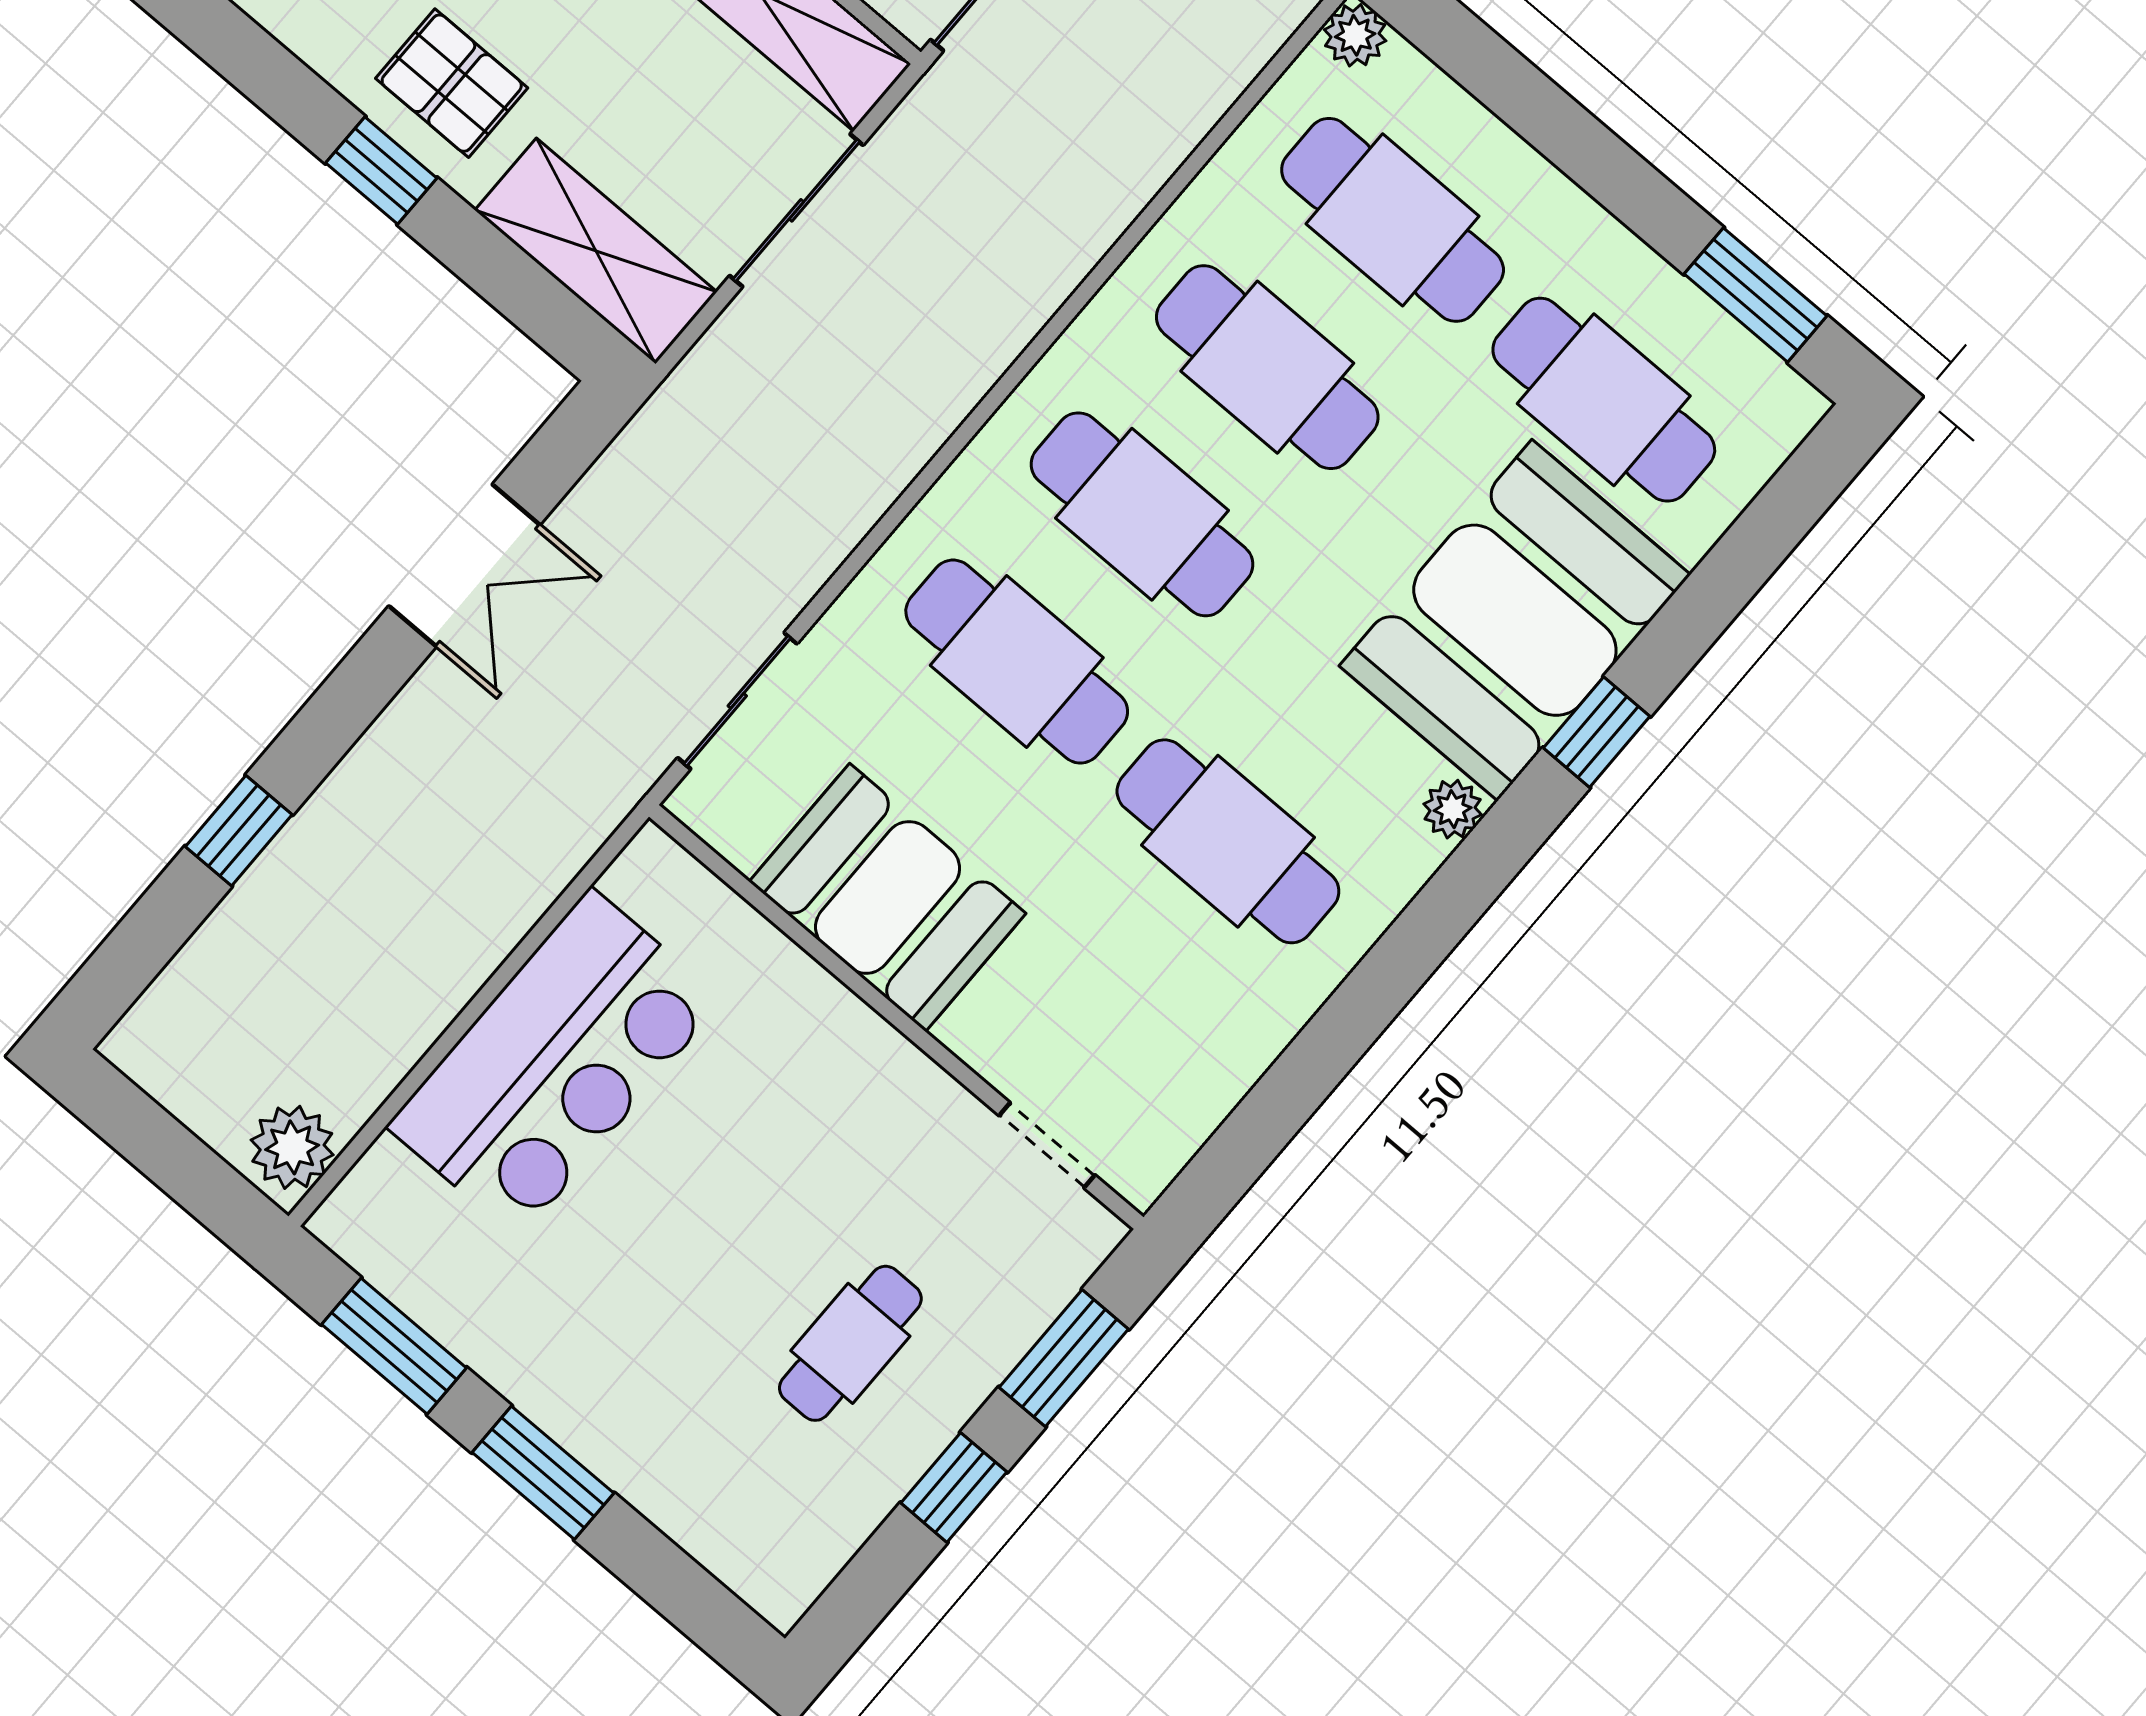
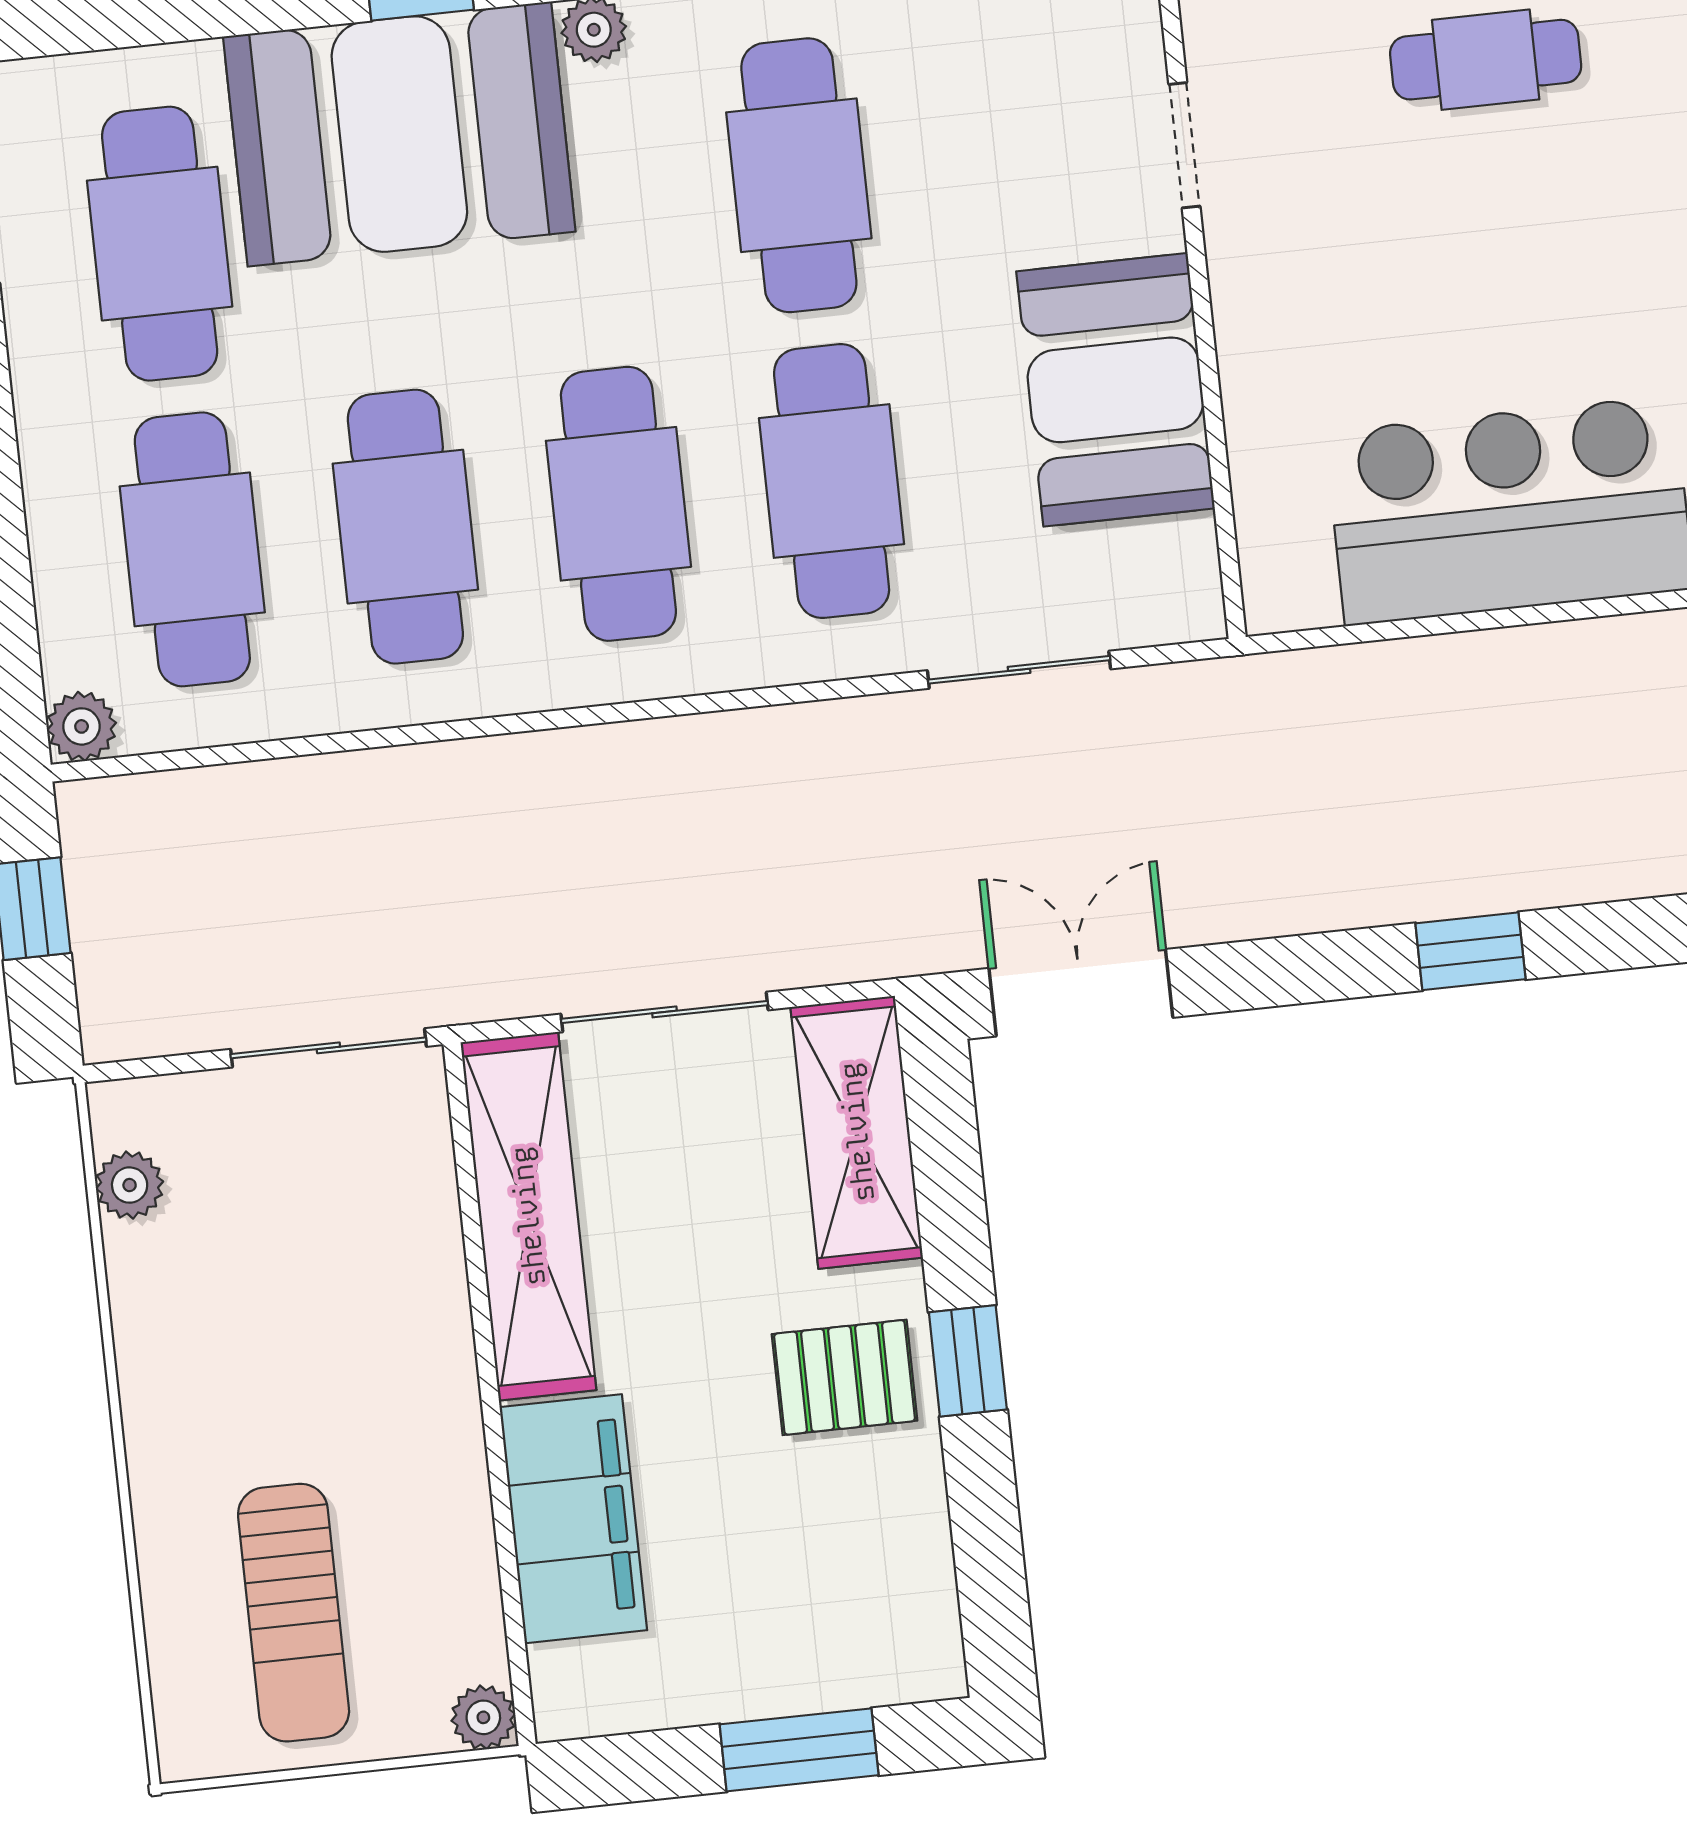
pallet: (452, 83) -> (845, 1377), turned 90
double door: (464, 565) -> (1081, 993), moved
sliding door: (737, 701) -> (1019, 670), moved
window: (239, 831) -> (1470, 951), moved
doorway: (1047, 1145) -> (1184, 145), moved

